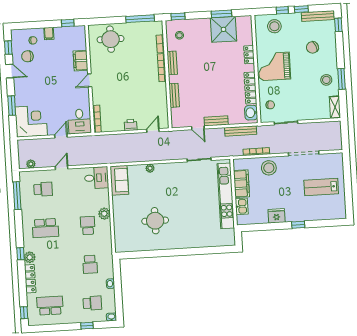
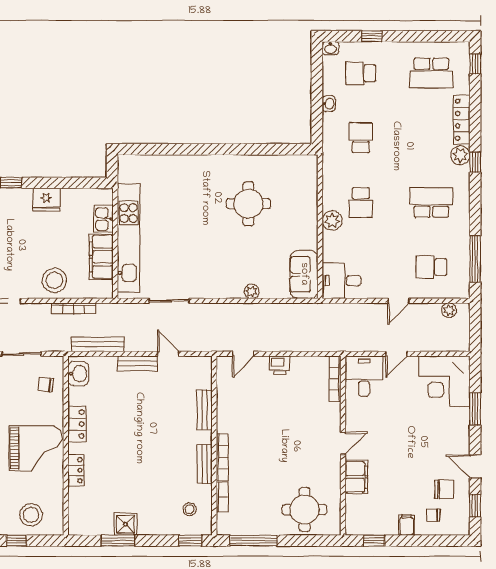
shower: (224, 29) -> (125, 524), width x0.54, depth x0.54
locker: (250, 88) -> (77, 424), width x0.66

